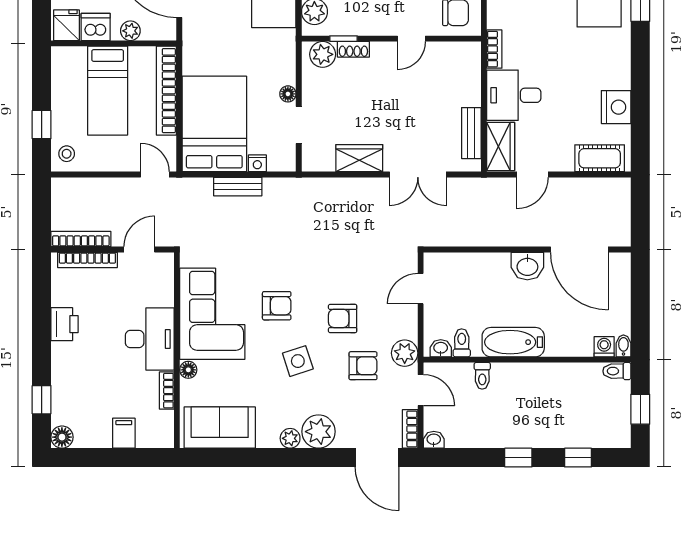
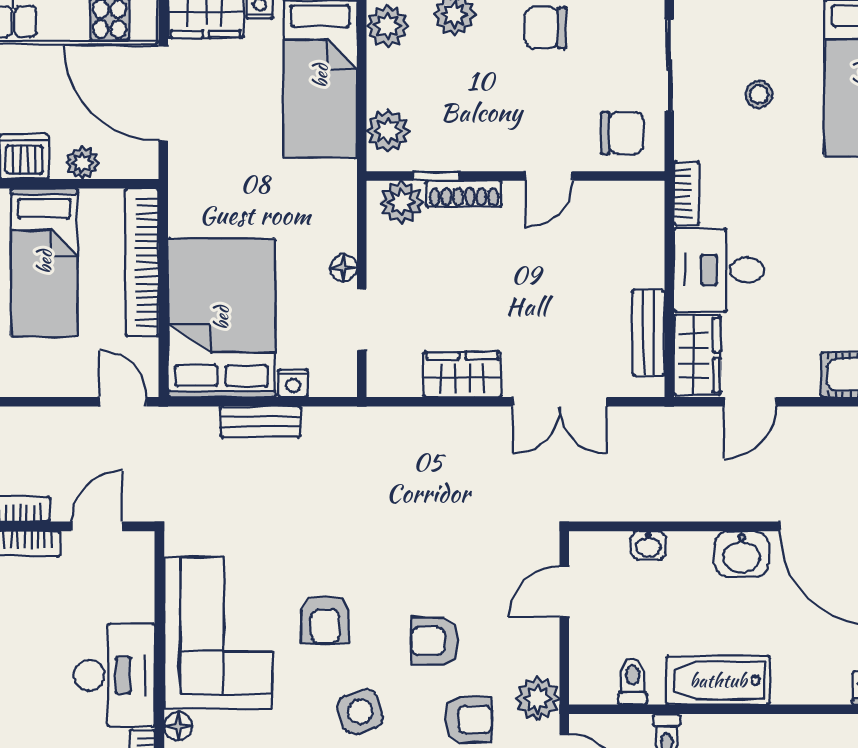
shoe rack: (353, 49) -> (464, 194), width x1.43
armchair: (277, 306) -> (325, 620), turned 90
washbasin: (441, 348) -> (648, 545), moved, turned 180

